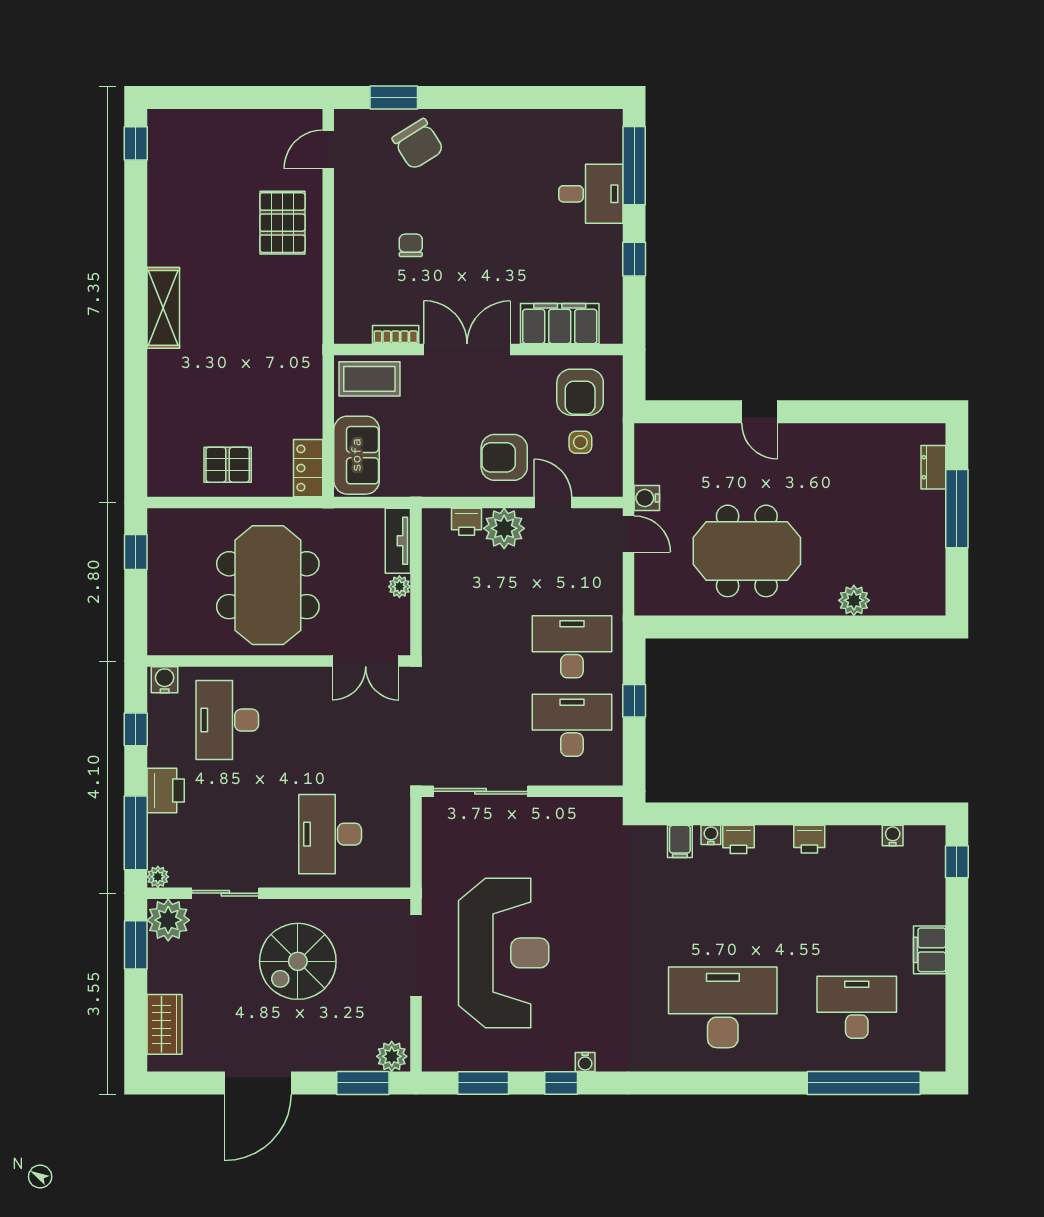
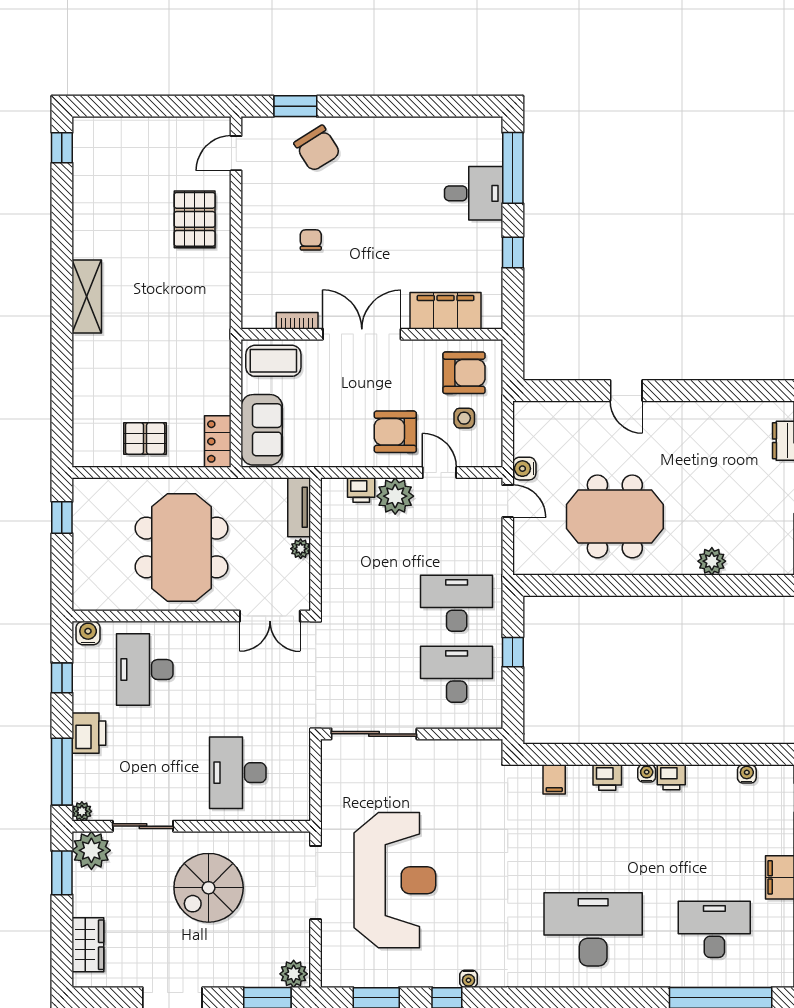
armchair: (580, 392) -> (464, 373), turned -90
water cooler: (711, 835) -> (647, 773), moved

